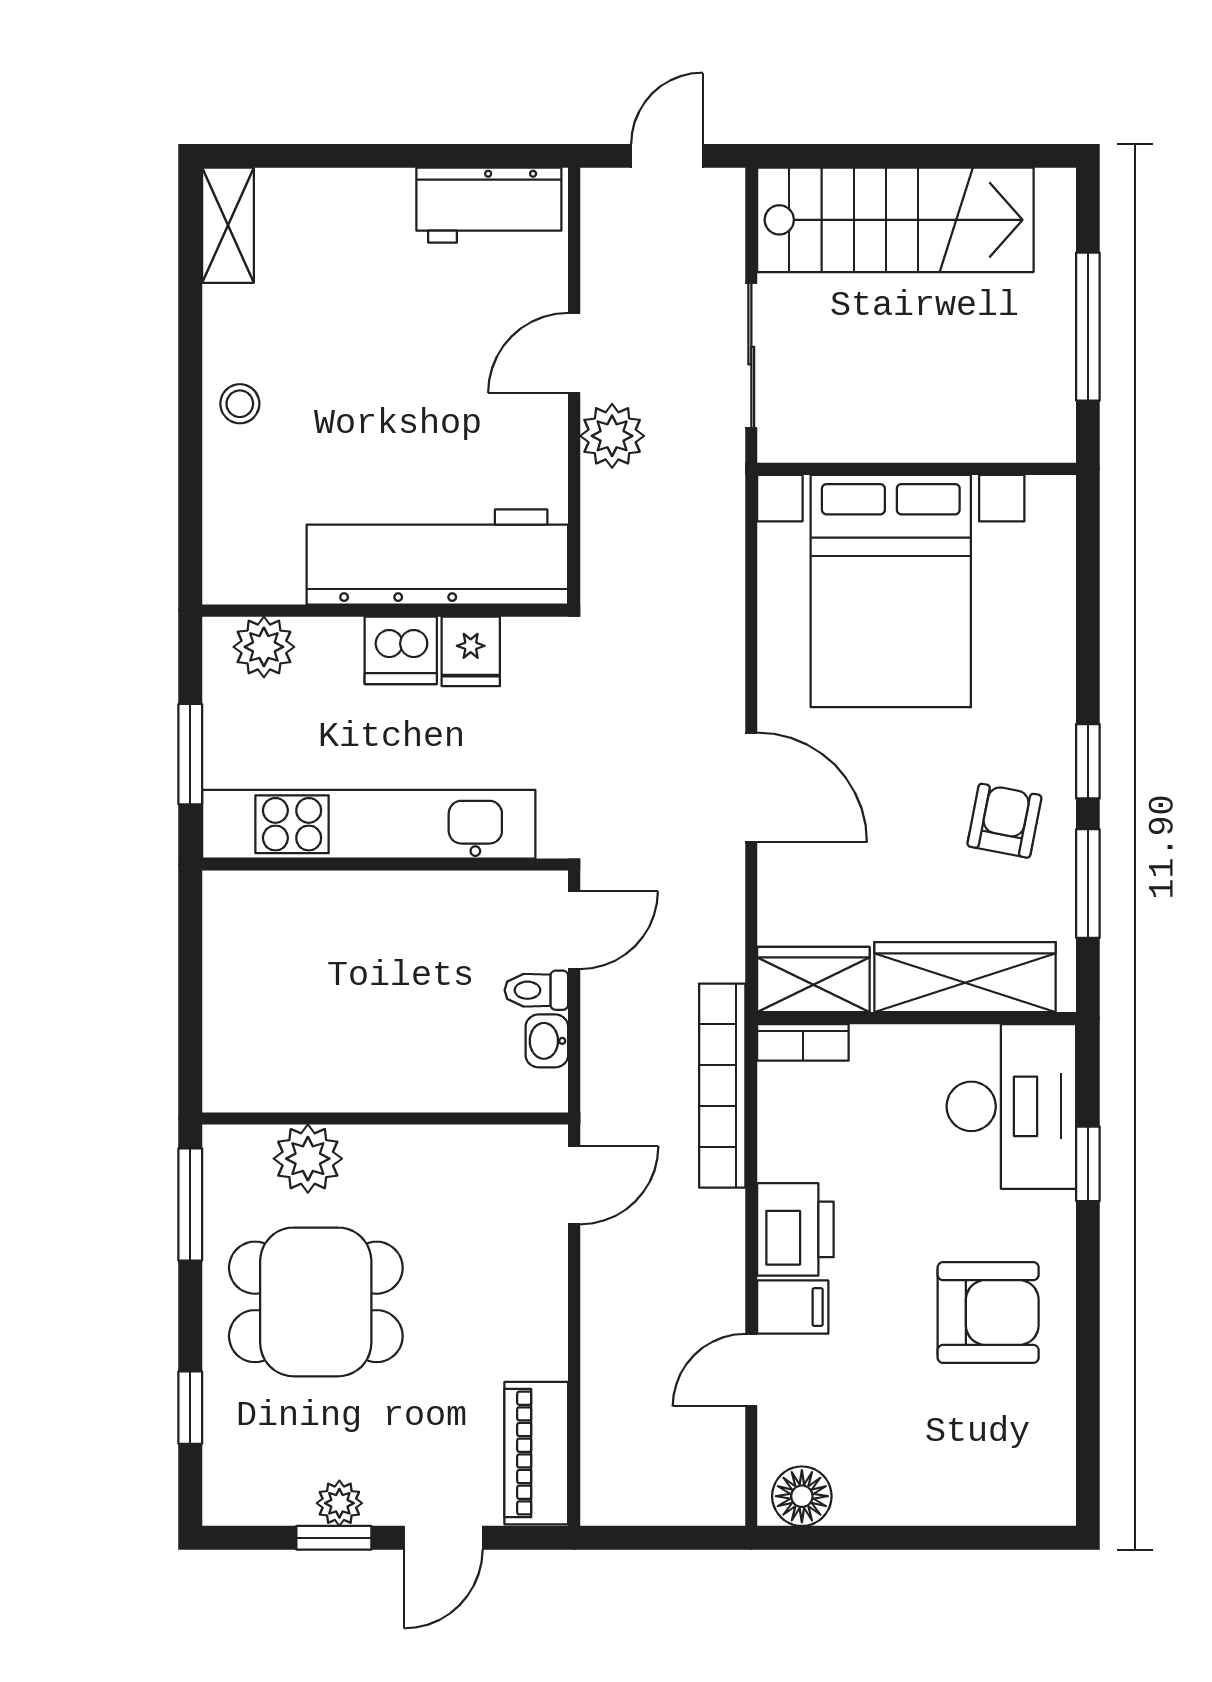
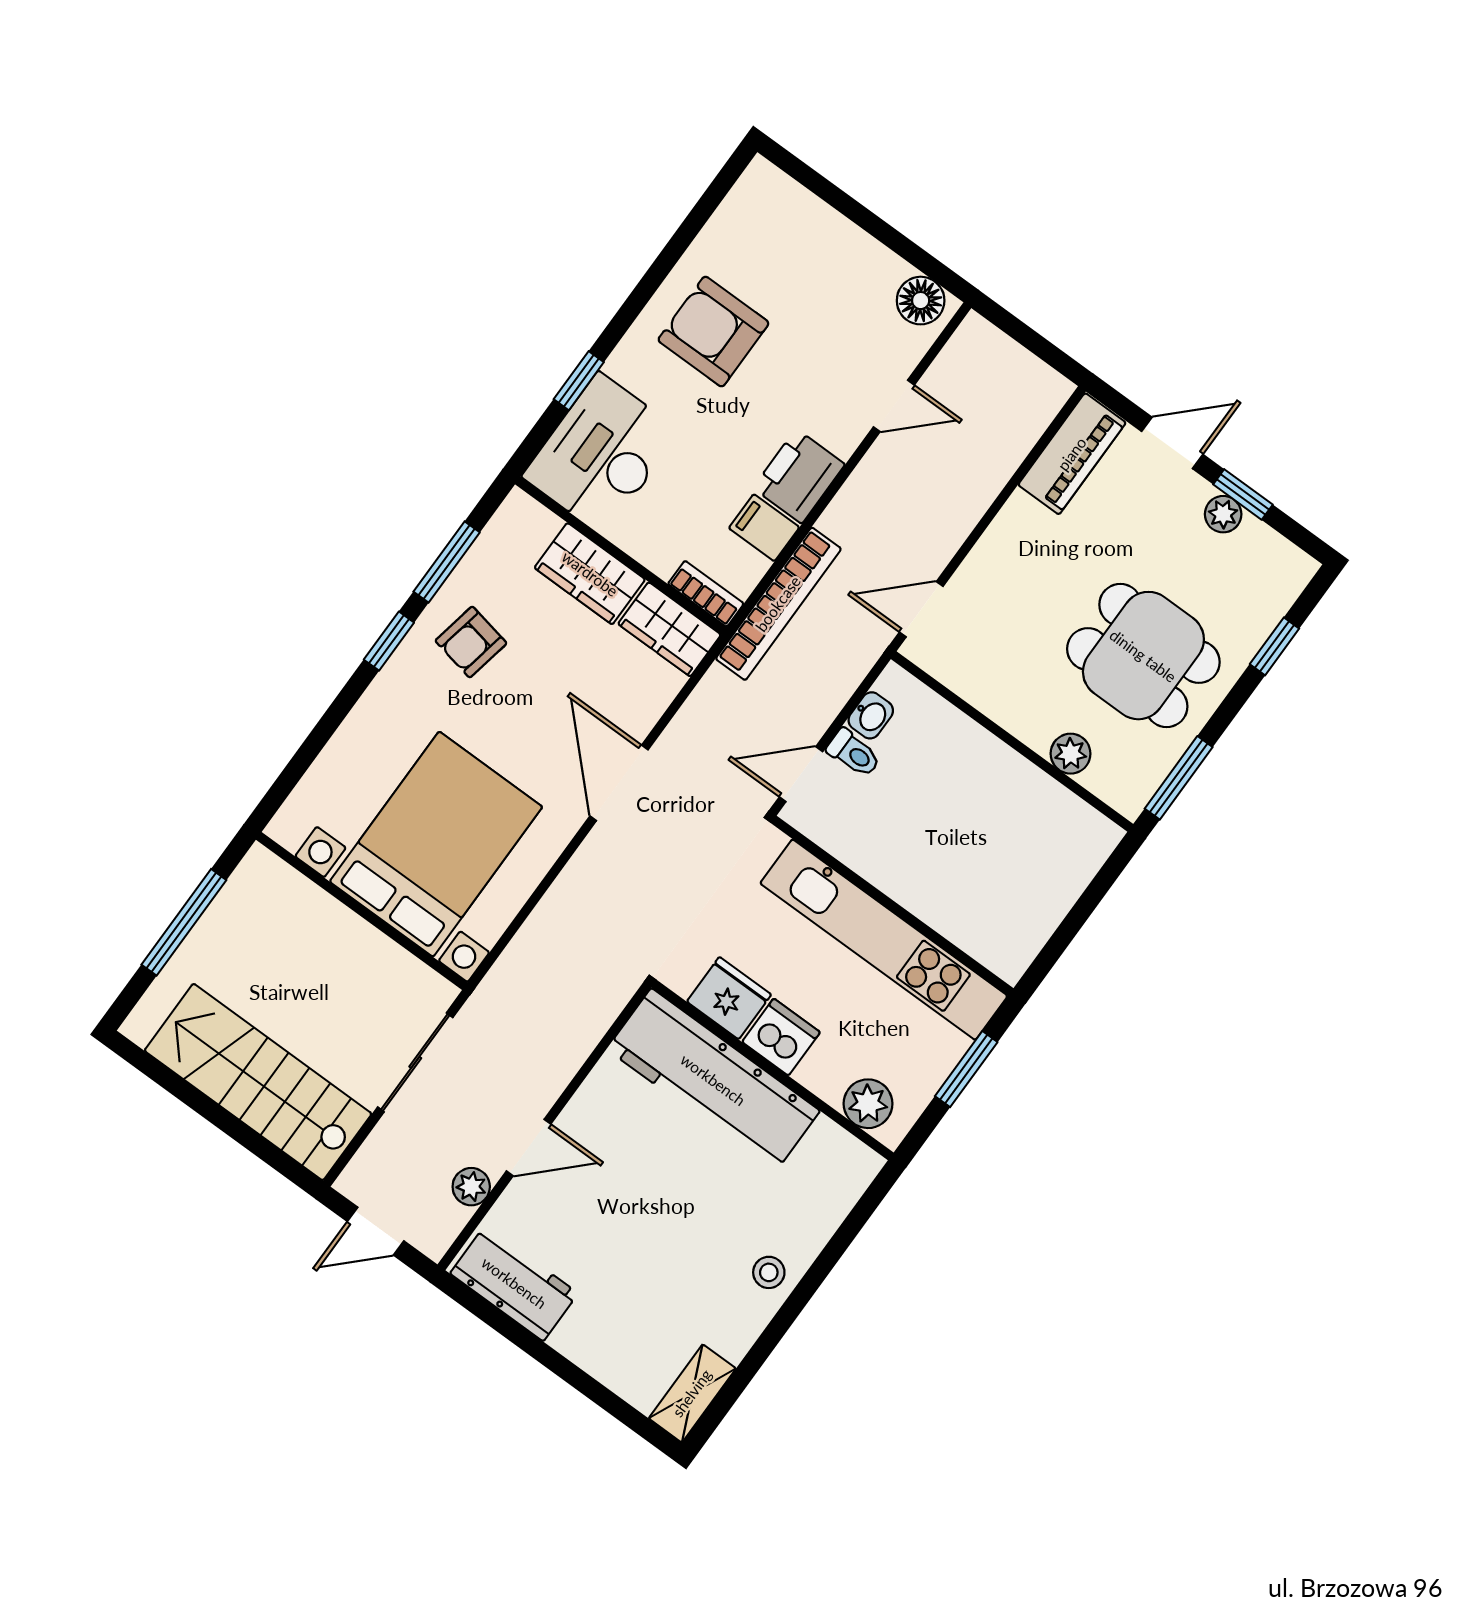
plant: (612, 436) -> (471, 1187), moved, width x0.73, depth x0.73
fridge: (471, 651) -> (729, 998), width x1.38
wardrobe: (965, 977) -> (590, 574), width x0.67
plant: (308, 1159) -> (1071, 754), width x0.73, depth x0.73
filing cabinet: (793, 1307) -> (764, 528), moved

